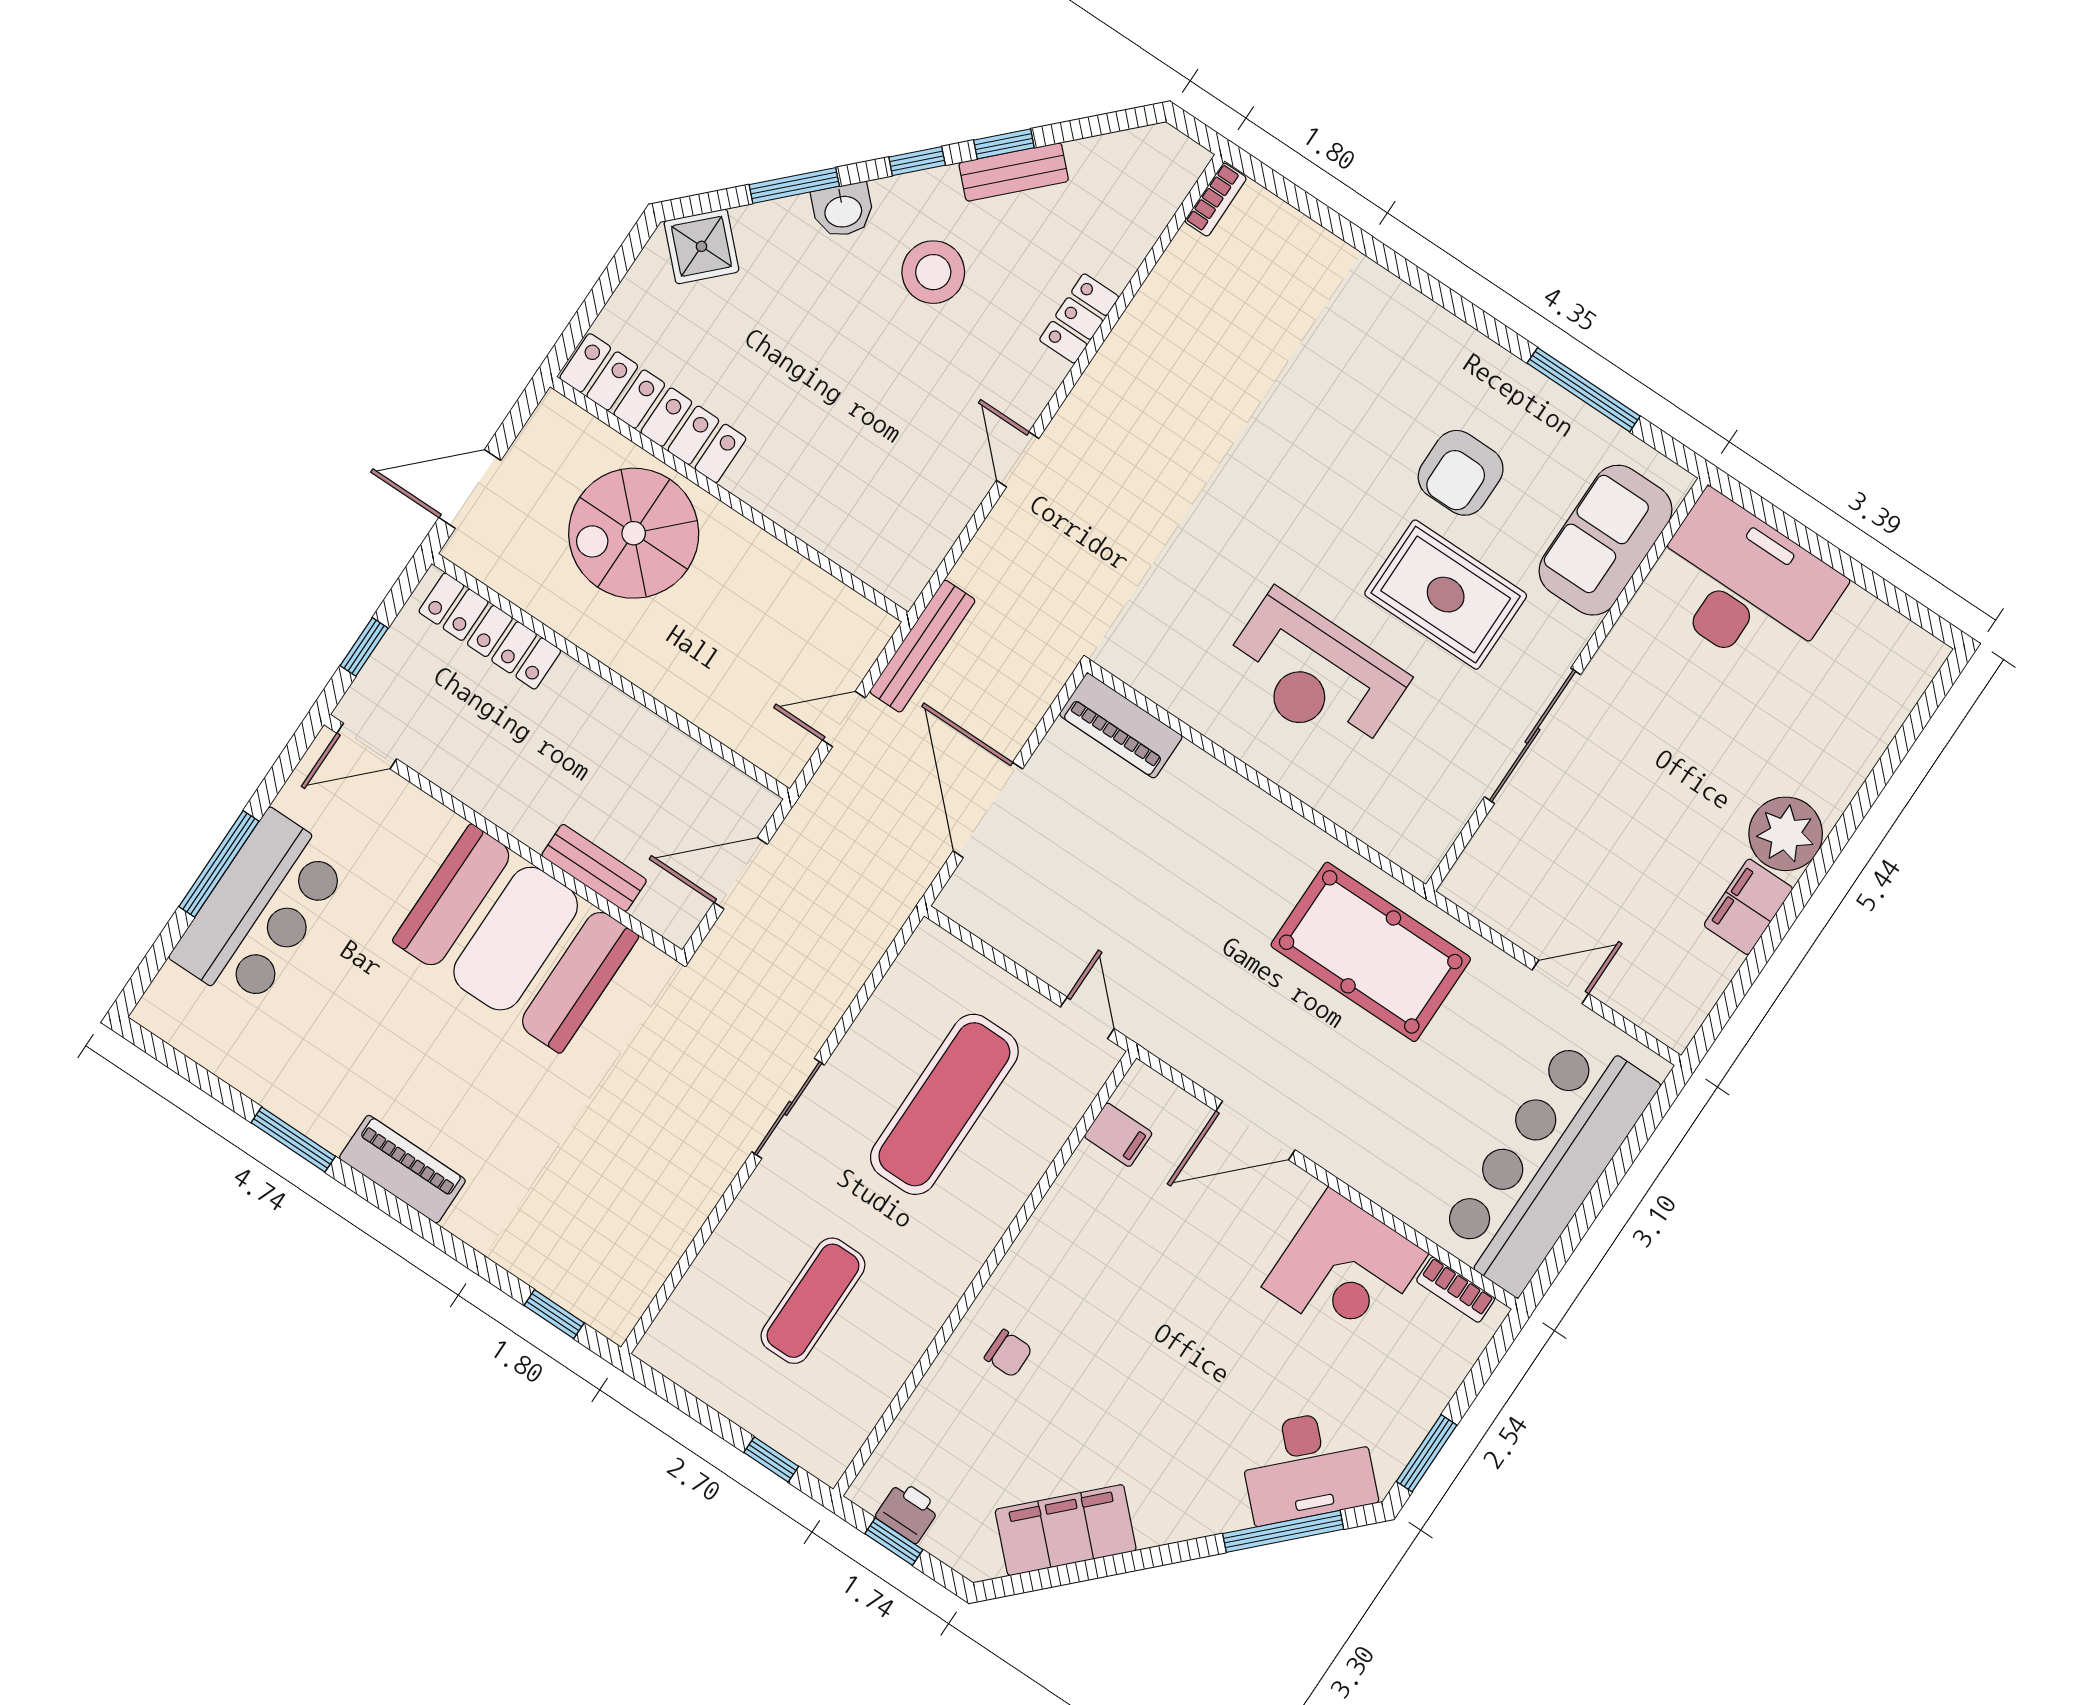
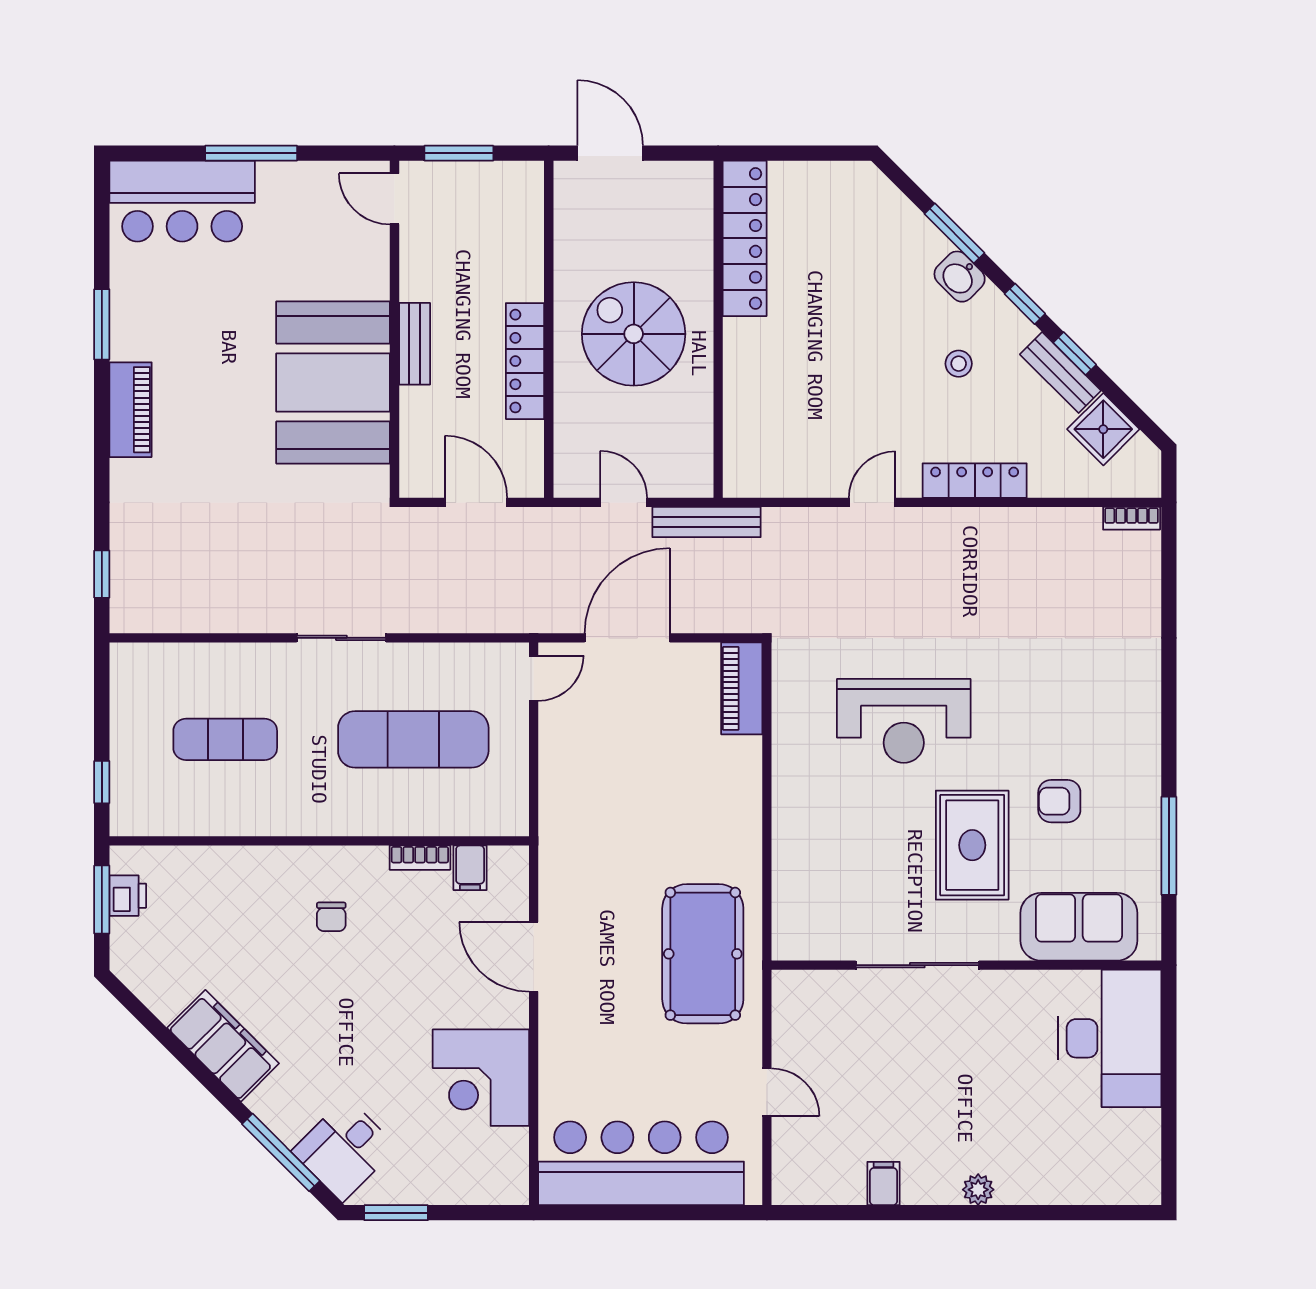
shower: (701, 246) -> (1103, 429), moved
stool: (933, 272) -> (959, 364), width x0.53, depth x0.53
locker: (1079, 318) -> (975, 481), width x1.53
armchair: (1461, 473) -> (1059, 801), width x0.72, depth x0.72
spiral stairs: (634, 533) -> (634, 334), moved
locker: (490, 631) -> (525, 361), moved
window: (364, 647) -> (459, 153), width x1.50
reception desk: (1315, 674) -> (904, 721), moved, turned -90
plant: (1786, 834) -> (978, 1190), width x0.53, depth x0.53
bench: (594, 868) -> (415, 344), moved
filing cabinet: (1748, 907) -> (883, 1184), width x0.50
bar counter: (261, 910) -> (182, 201), moved
door: (1087, 1018) -> (534, 678), moved
bookcase: (1456, 1290) -> (420, 858), moved, turned -90
chair: (1008, 1353) -> (331, 917), moved
desk: (1308, 1466) -> (344, 1149), width x0.73
filing cabinet: (1066, 1530) -> (223, 1046), moved
window: (894, 1542) -> (102, 900), width x1.50

